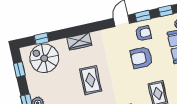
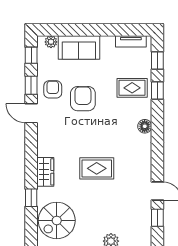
window: (41, 39) -> (31, 198), moved
armchair: (141, 58) -> (83, 99), turned 180

